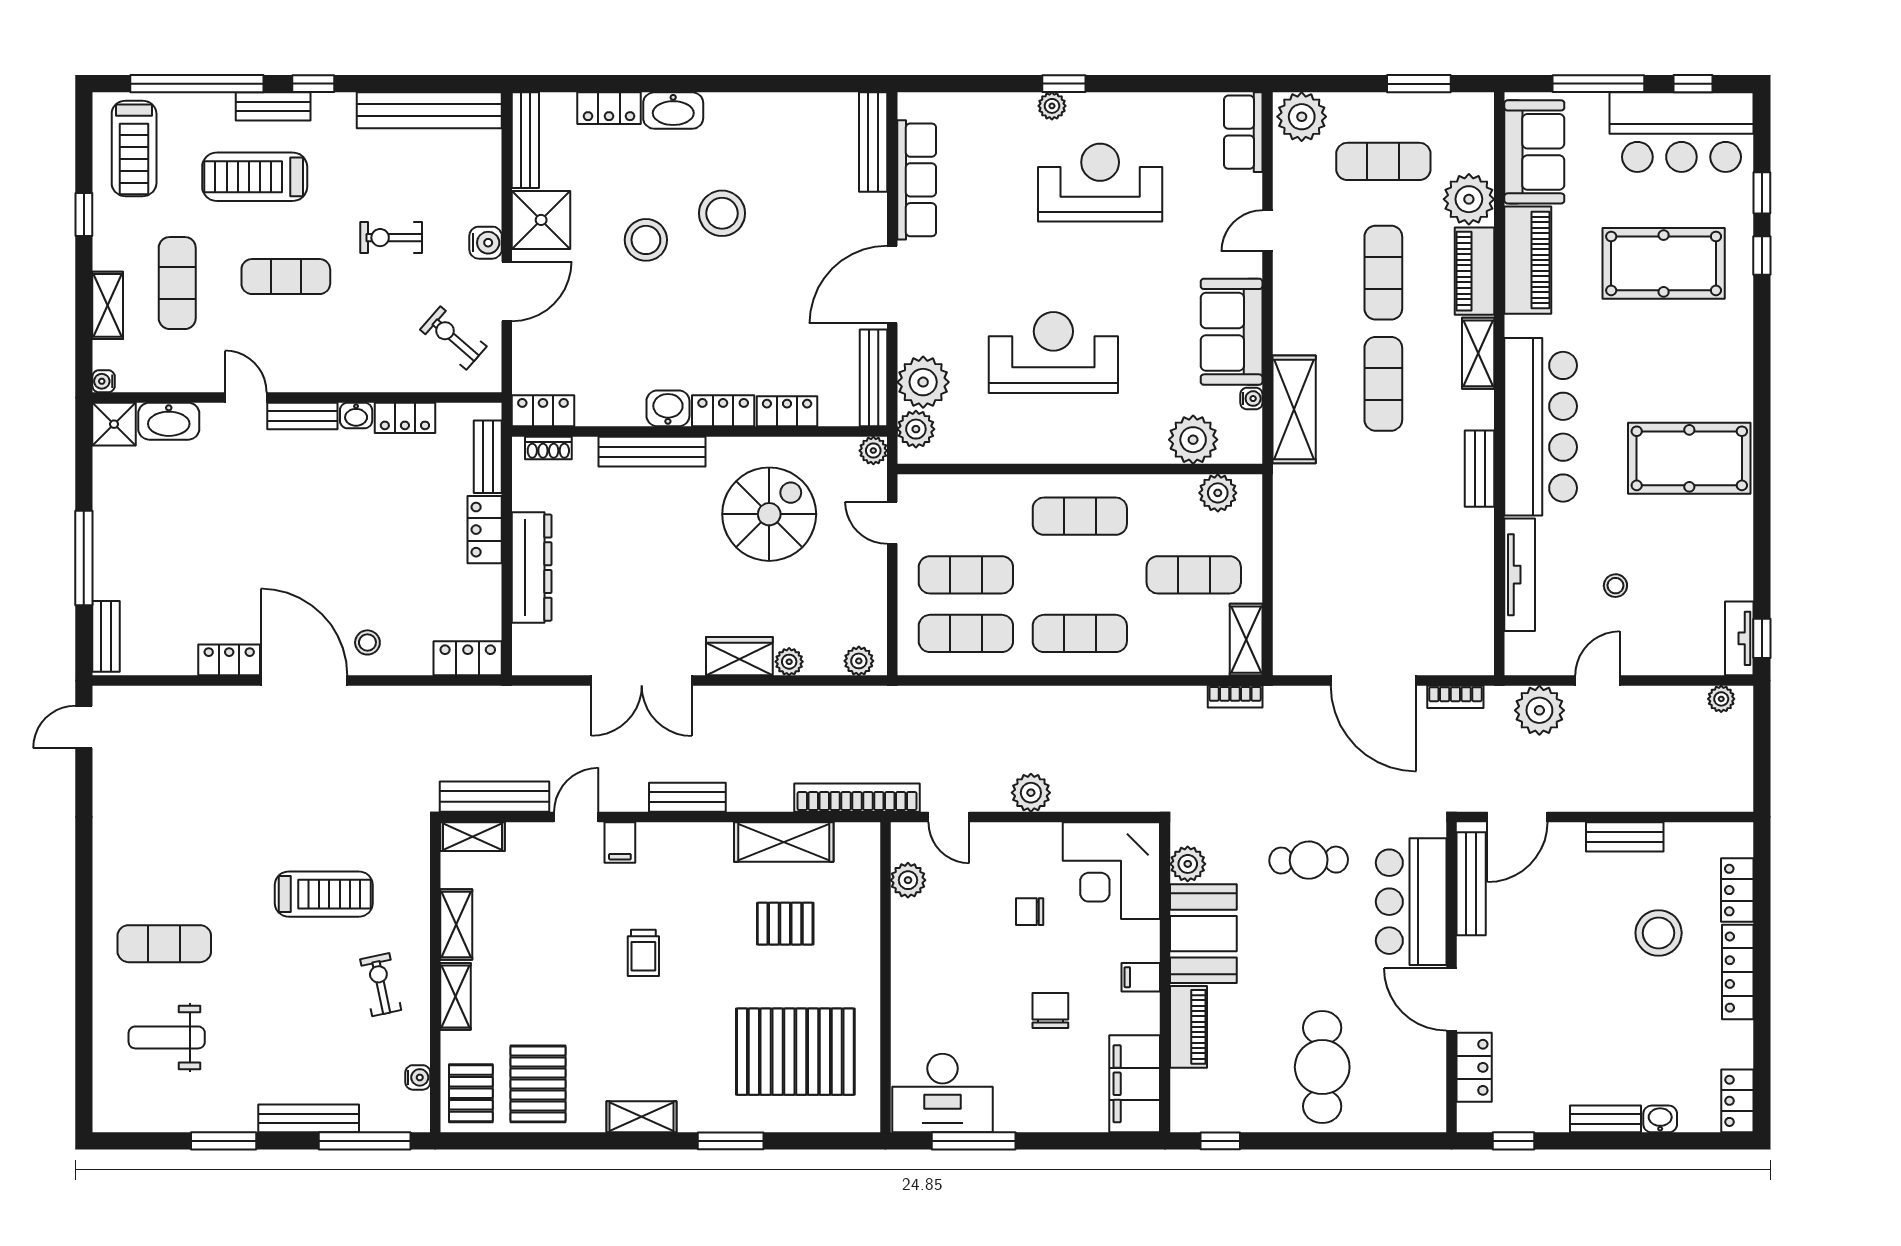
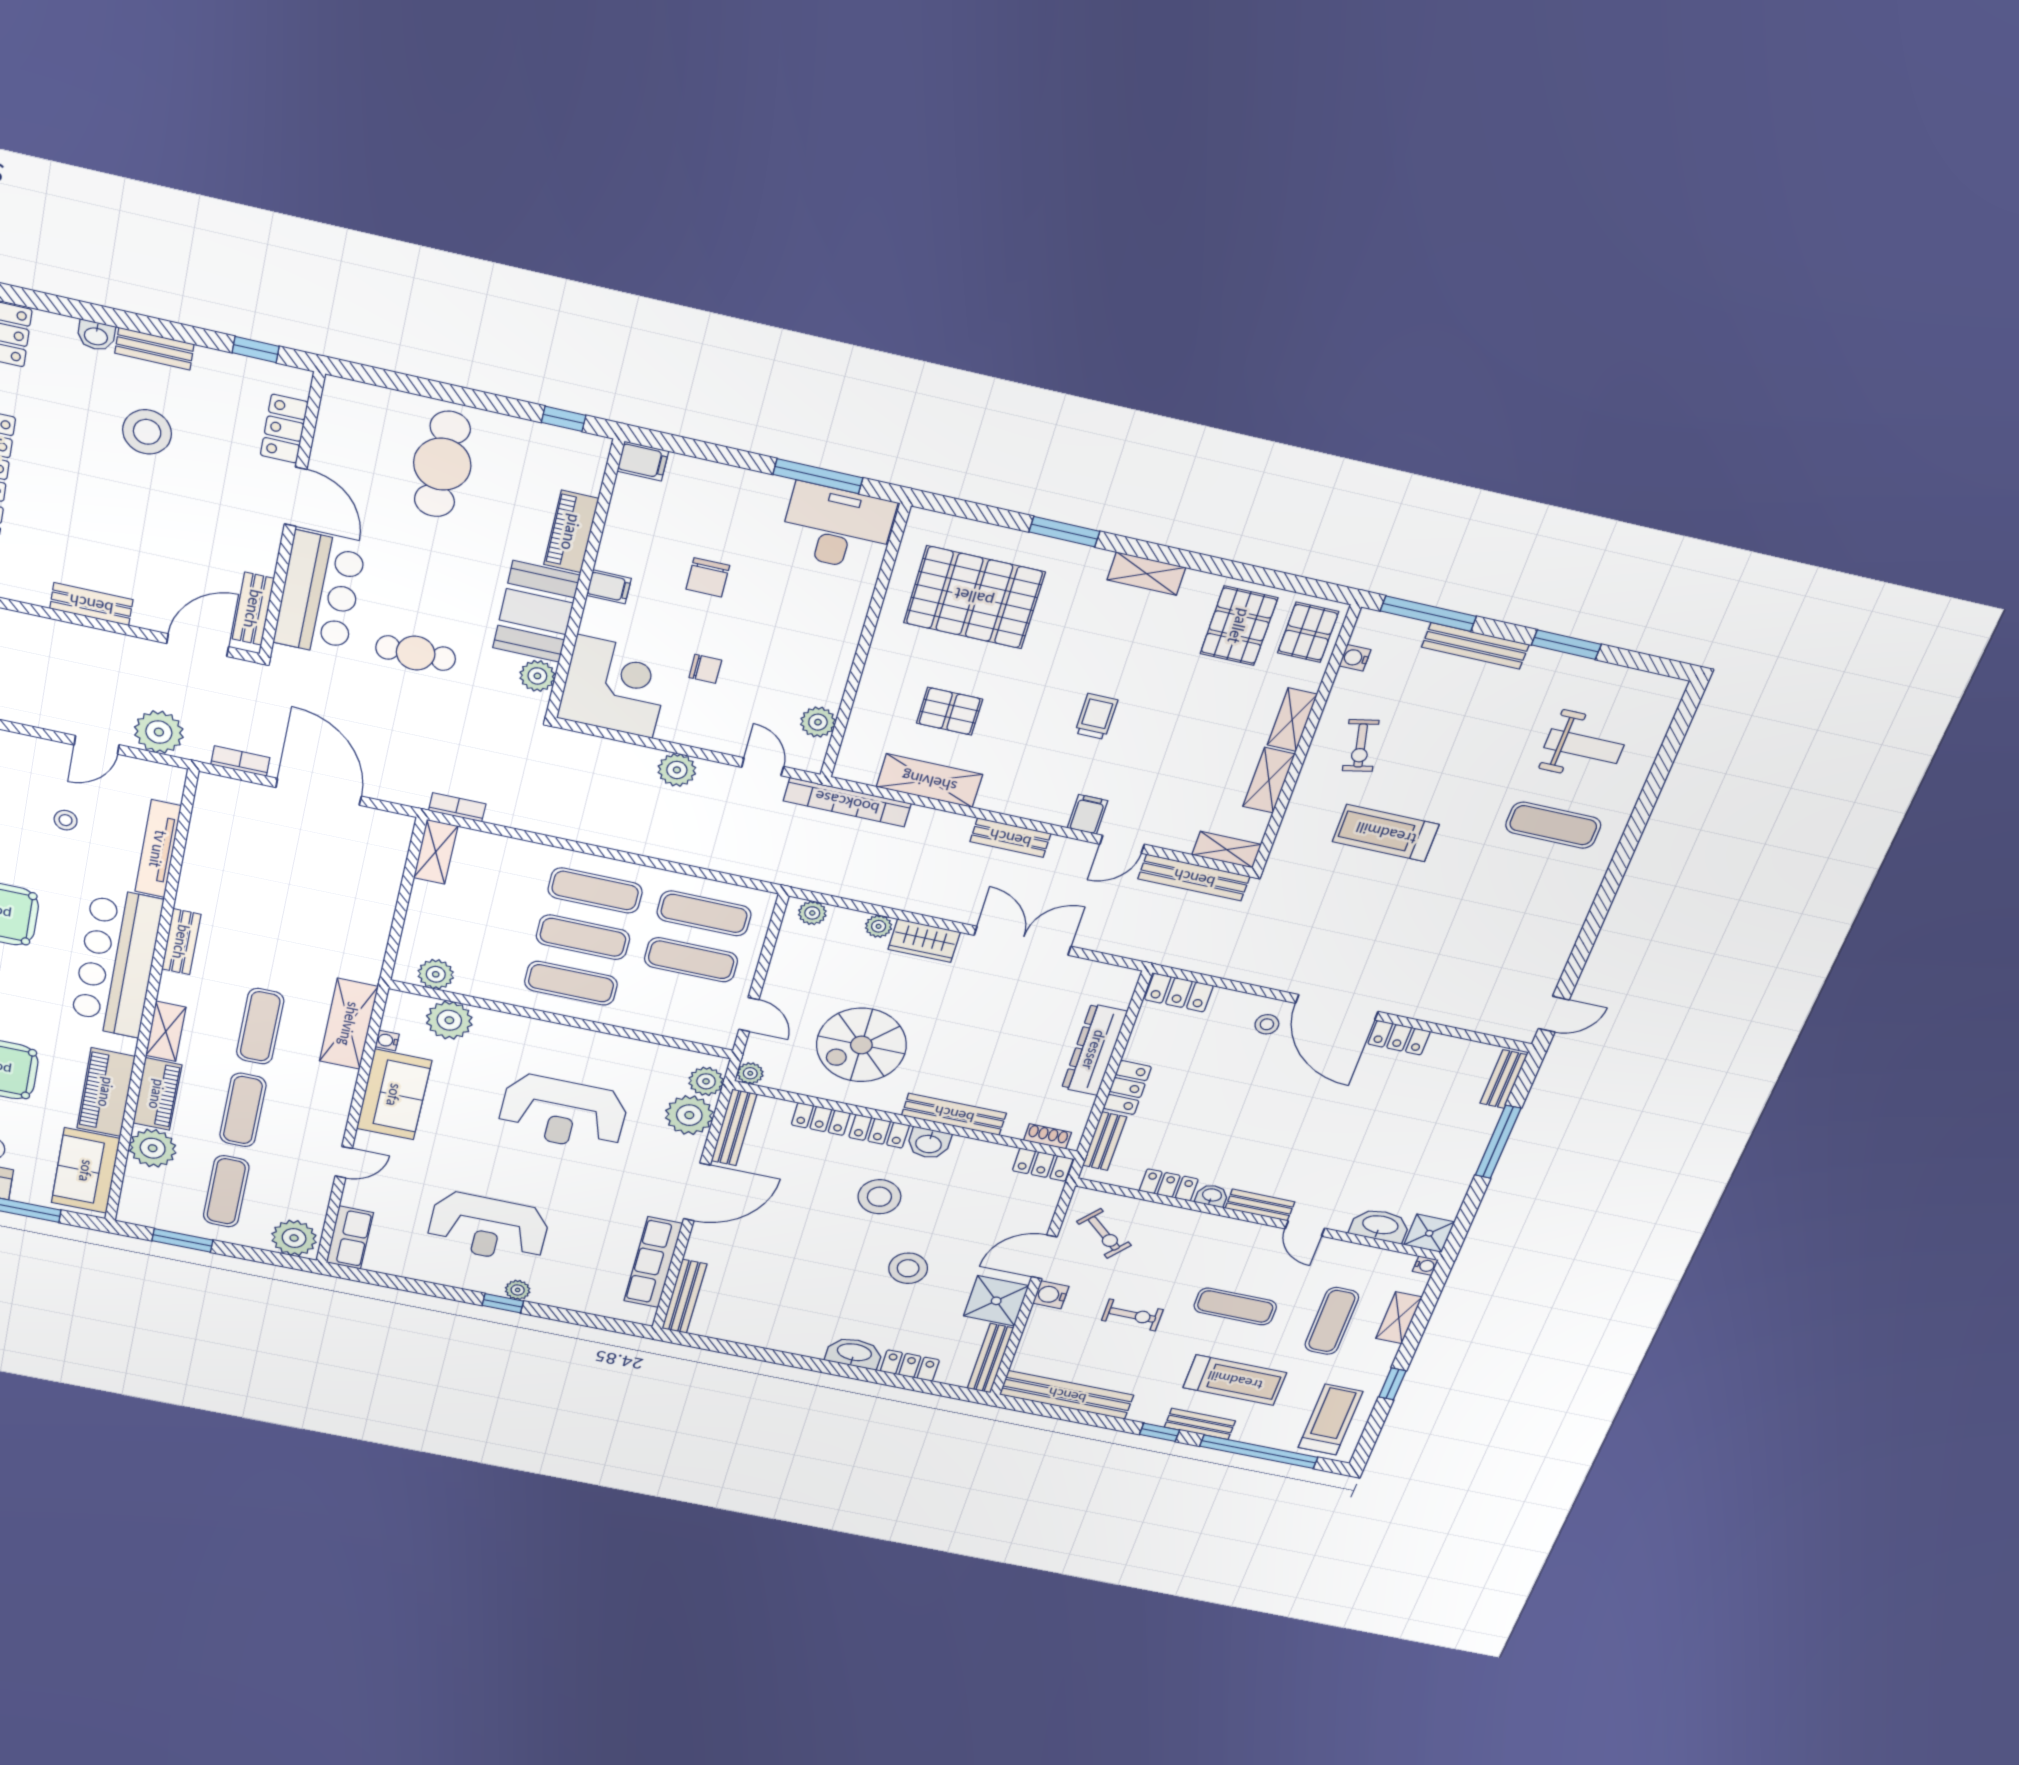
exercise mat: (1383, 161) -> (226, 1191), turned 90
stool: (722, 213) -> (879, 1197), moved
exercise mat: (1194, 575) -> (583, 937), moved
bench: (1471, 884) -> (253, 609), width x0.73
stool: (1659, 933) -> (147, 432), moved
filing cabinet: (1135, 1084) -> (643, 461), width x0.33, depth x0.86

